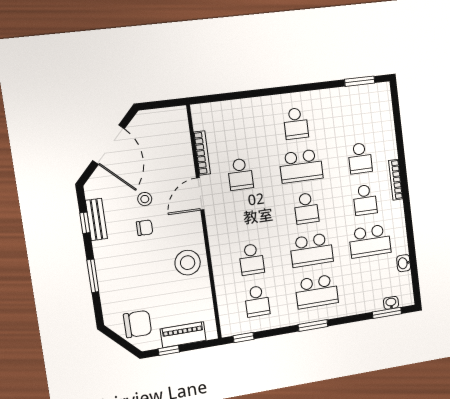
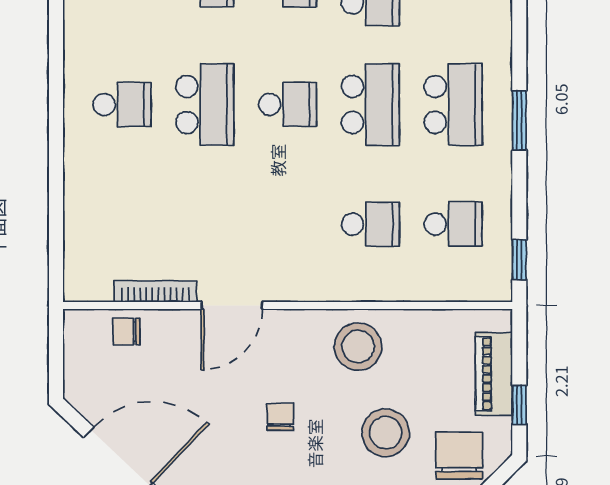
chair: (179, 140) -> (127, 331), added
school desk: (240, 174) -> (205, 224), removed
door: (200, 194) -> (232, 305), hinge flipped
stool: (145, 199) -> (386, 433), moved, width x1.89, depth x1.89

